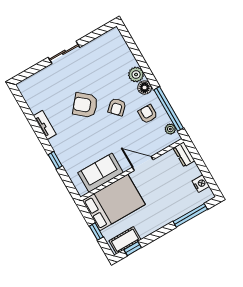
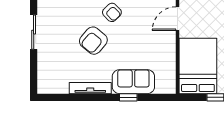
tv unit: (45, 125) -> (90, 88), width x1.41
sofa: (101, 173) -> (133, 82), moved, turned 90

